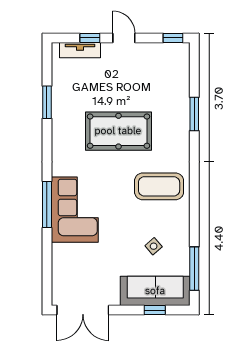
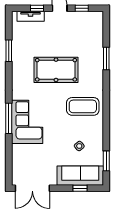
window: (173, 38) -> (82, 8), moved
window: (194, 269) -> (106, 161), width x0.69

